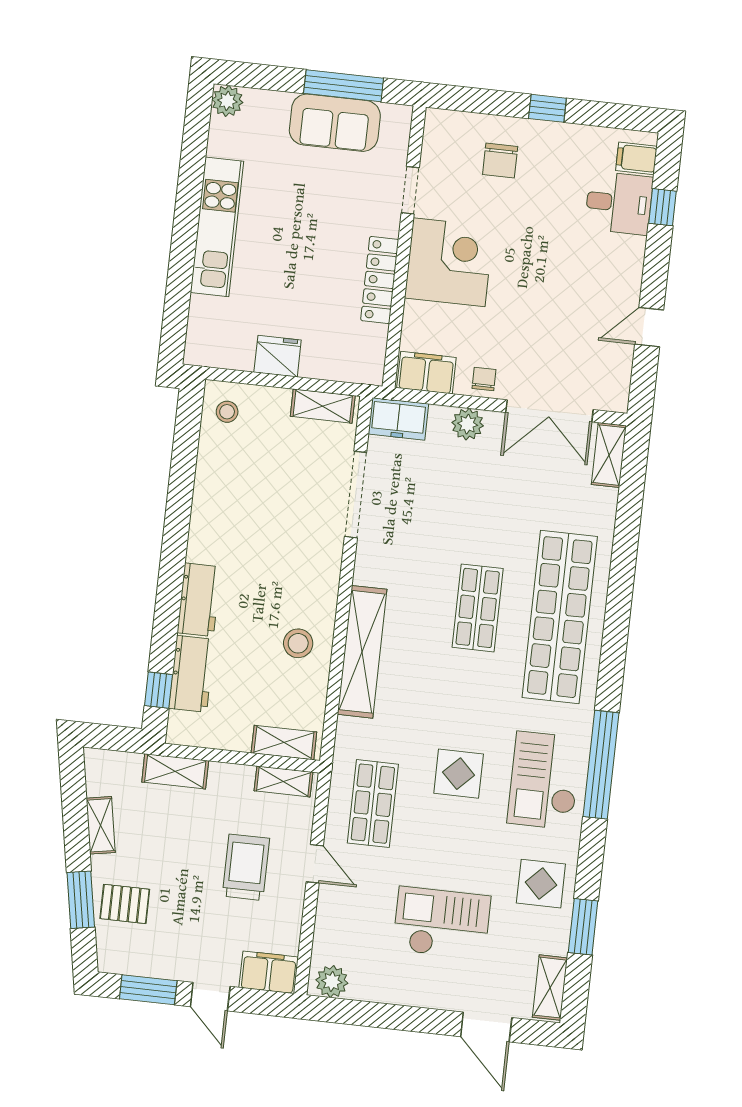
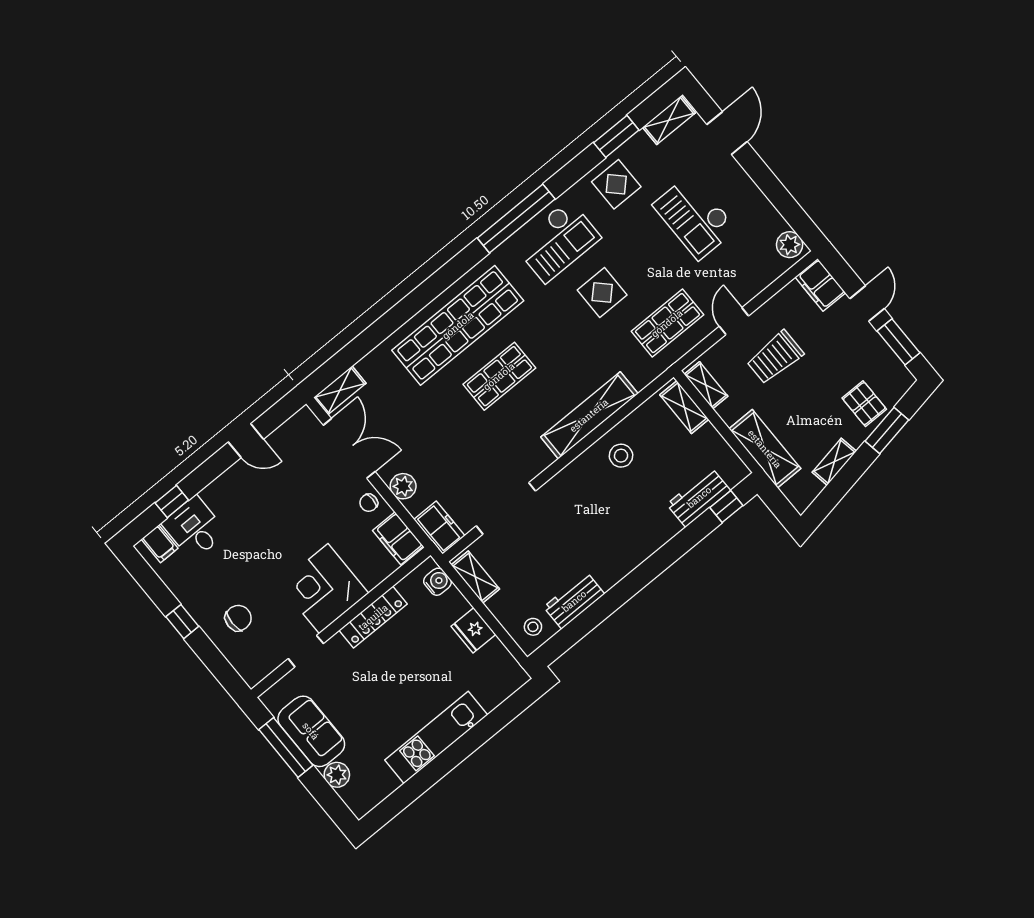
plant: (227, 101) -> (337, 775), moved
water cooler: (353, 368) -> (437, 582), added
workbench: (199, 600) -> (574, 601), moved
shelving: (175, 771) -> (765, 449), width x1.50, depth x1.33

